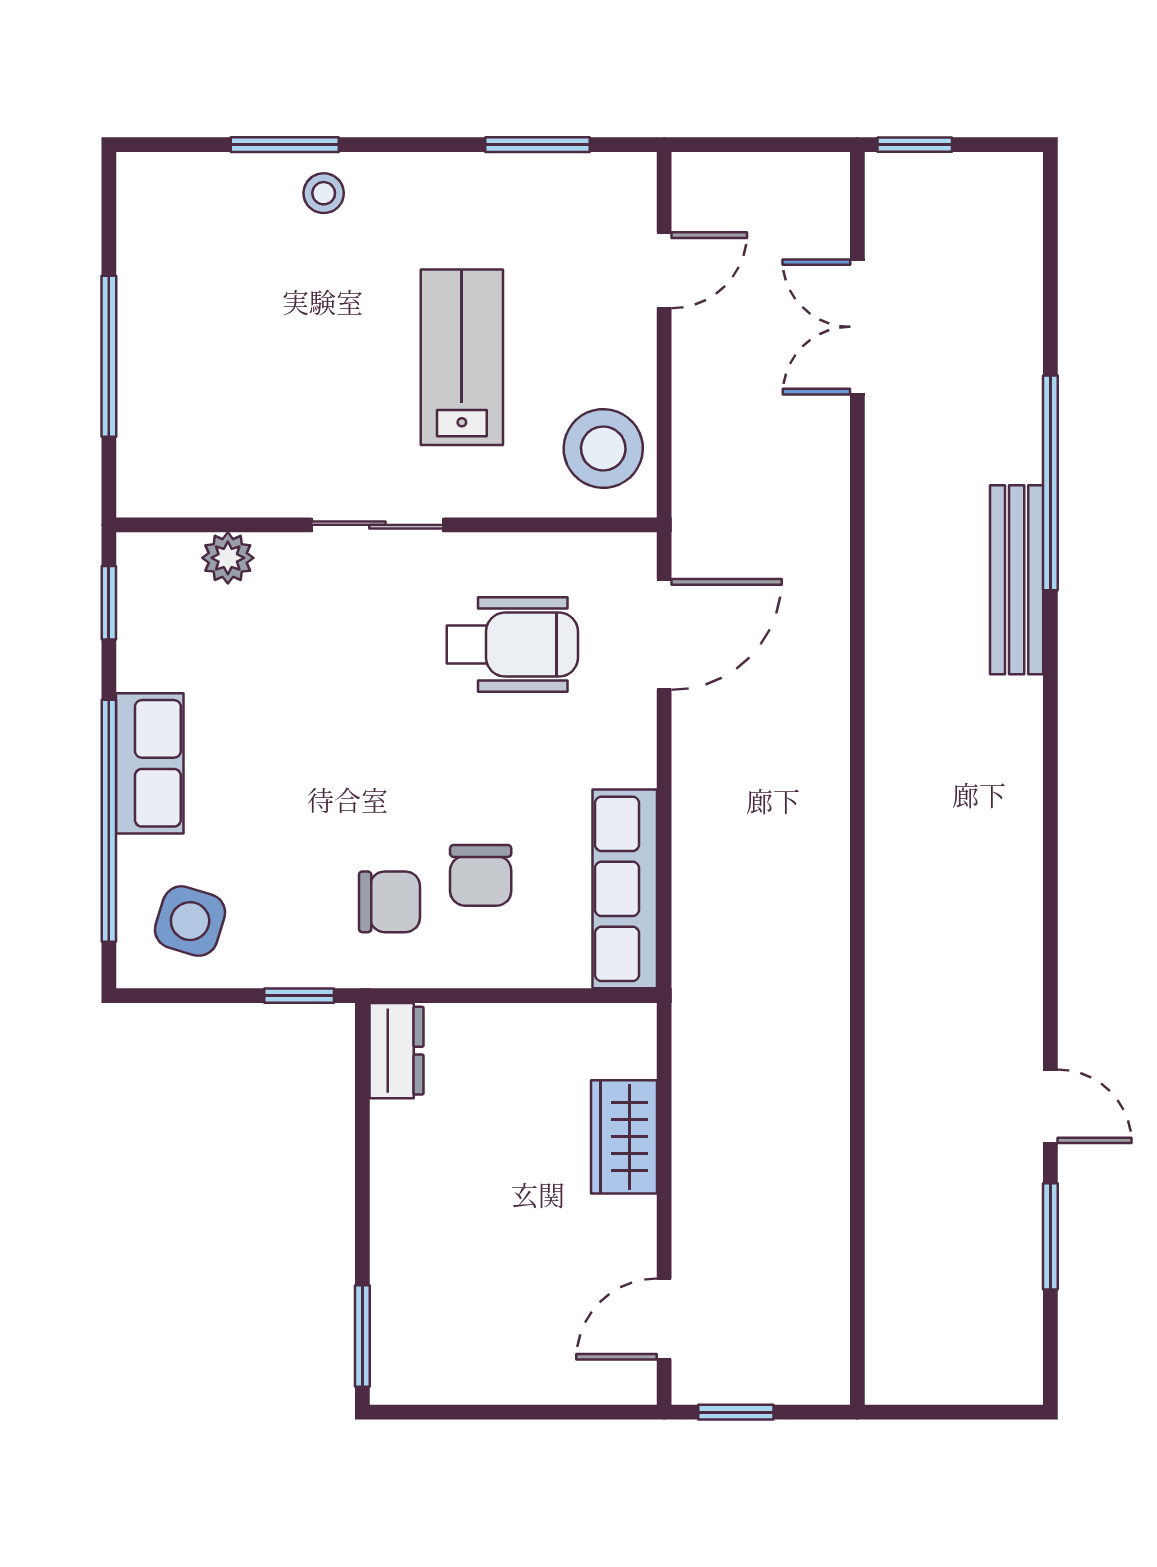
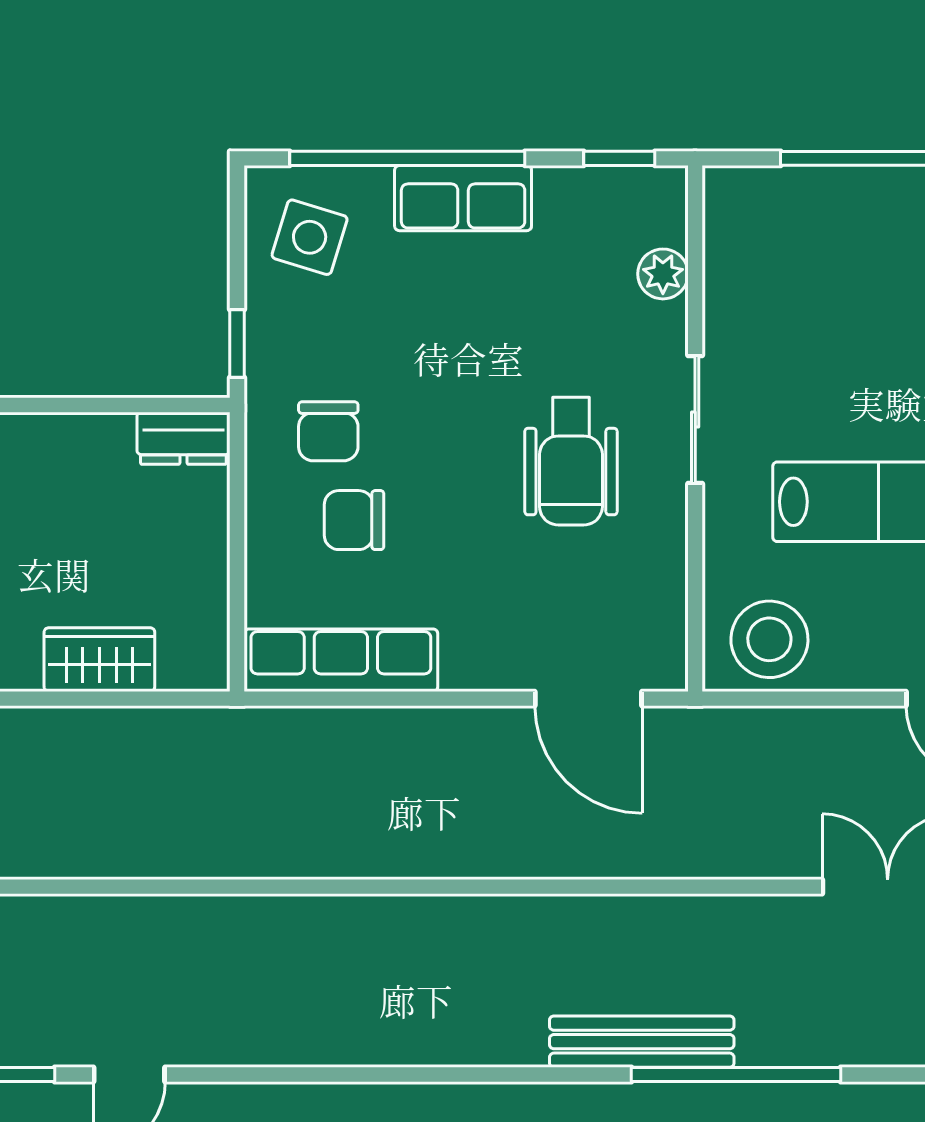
wheelchair: (512, 645) -> (571, 461), moved

